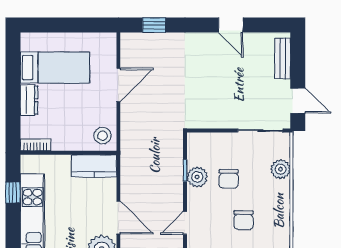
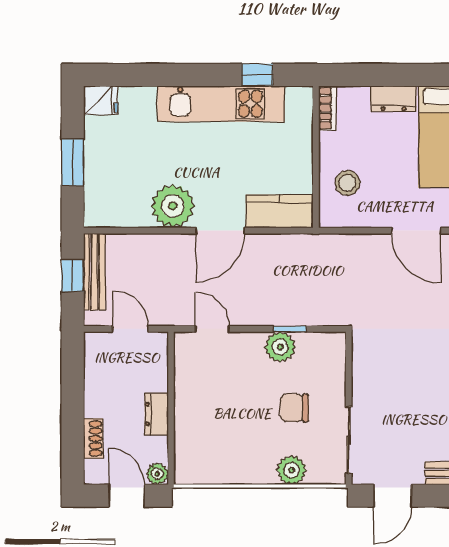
stool: (103, 136) -> (347, 183), moved
kitchen counter: (94, 166) -> (279, 211), moved, turned 90
chair: (229, 179) -> (294, 408), moved
chair: (244, 220) -> (216, 416), removed

